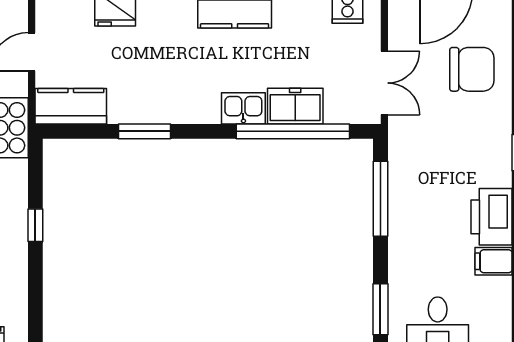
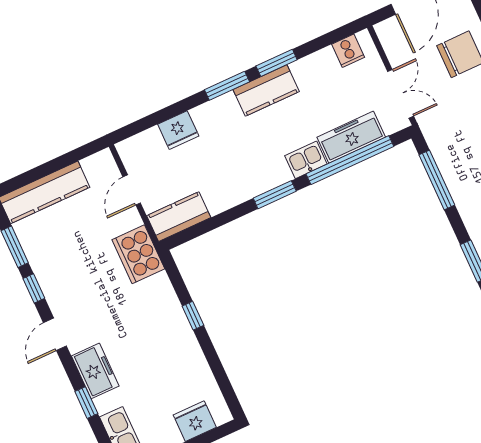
freezer: (295, 106) -> (351, 137), width x1.40
window: (145, 131) -> (275, 195), moved

